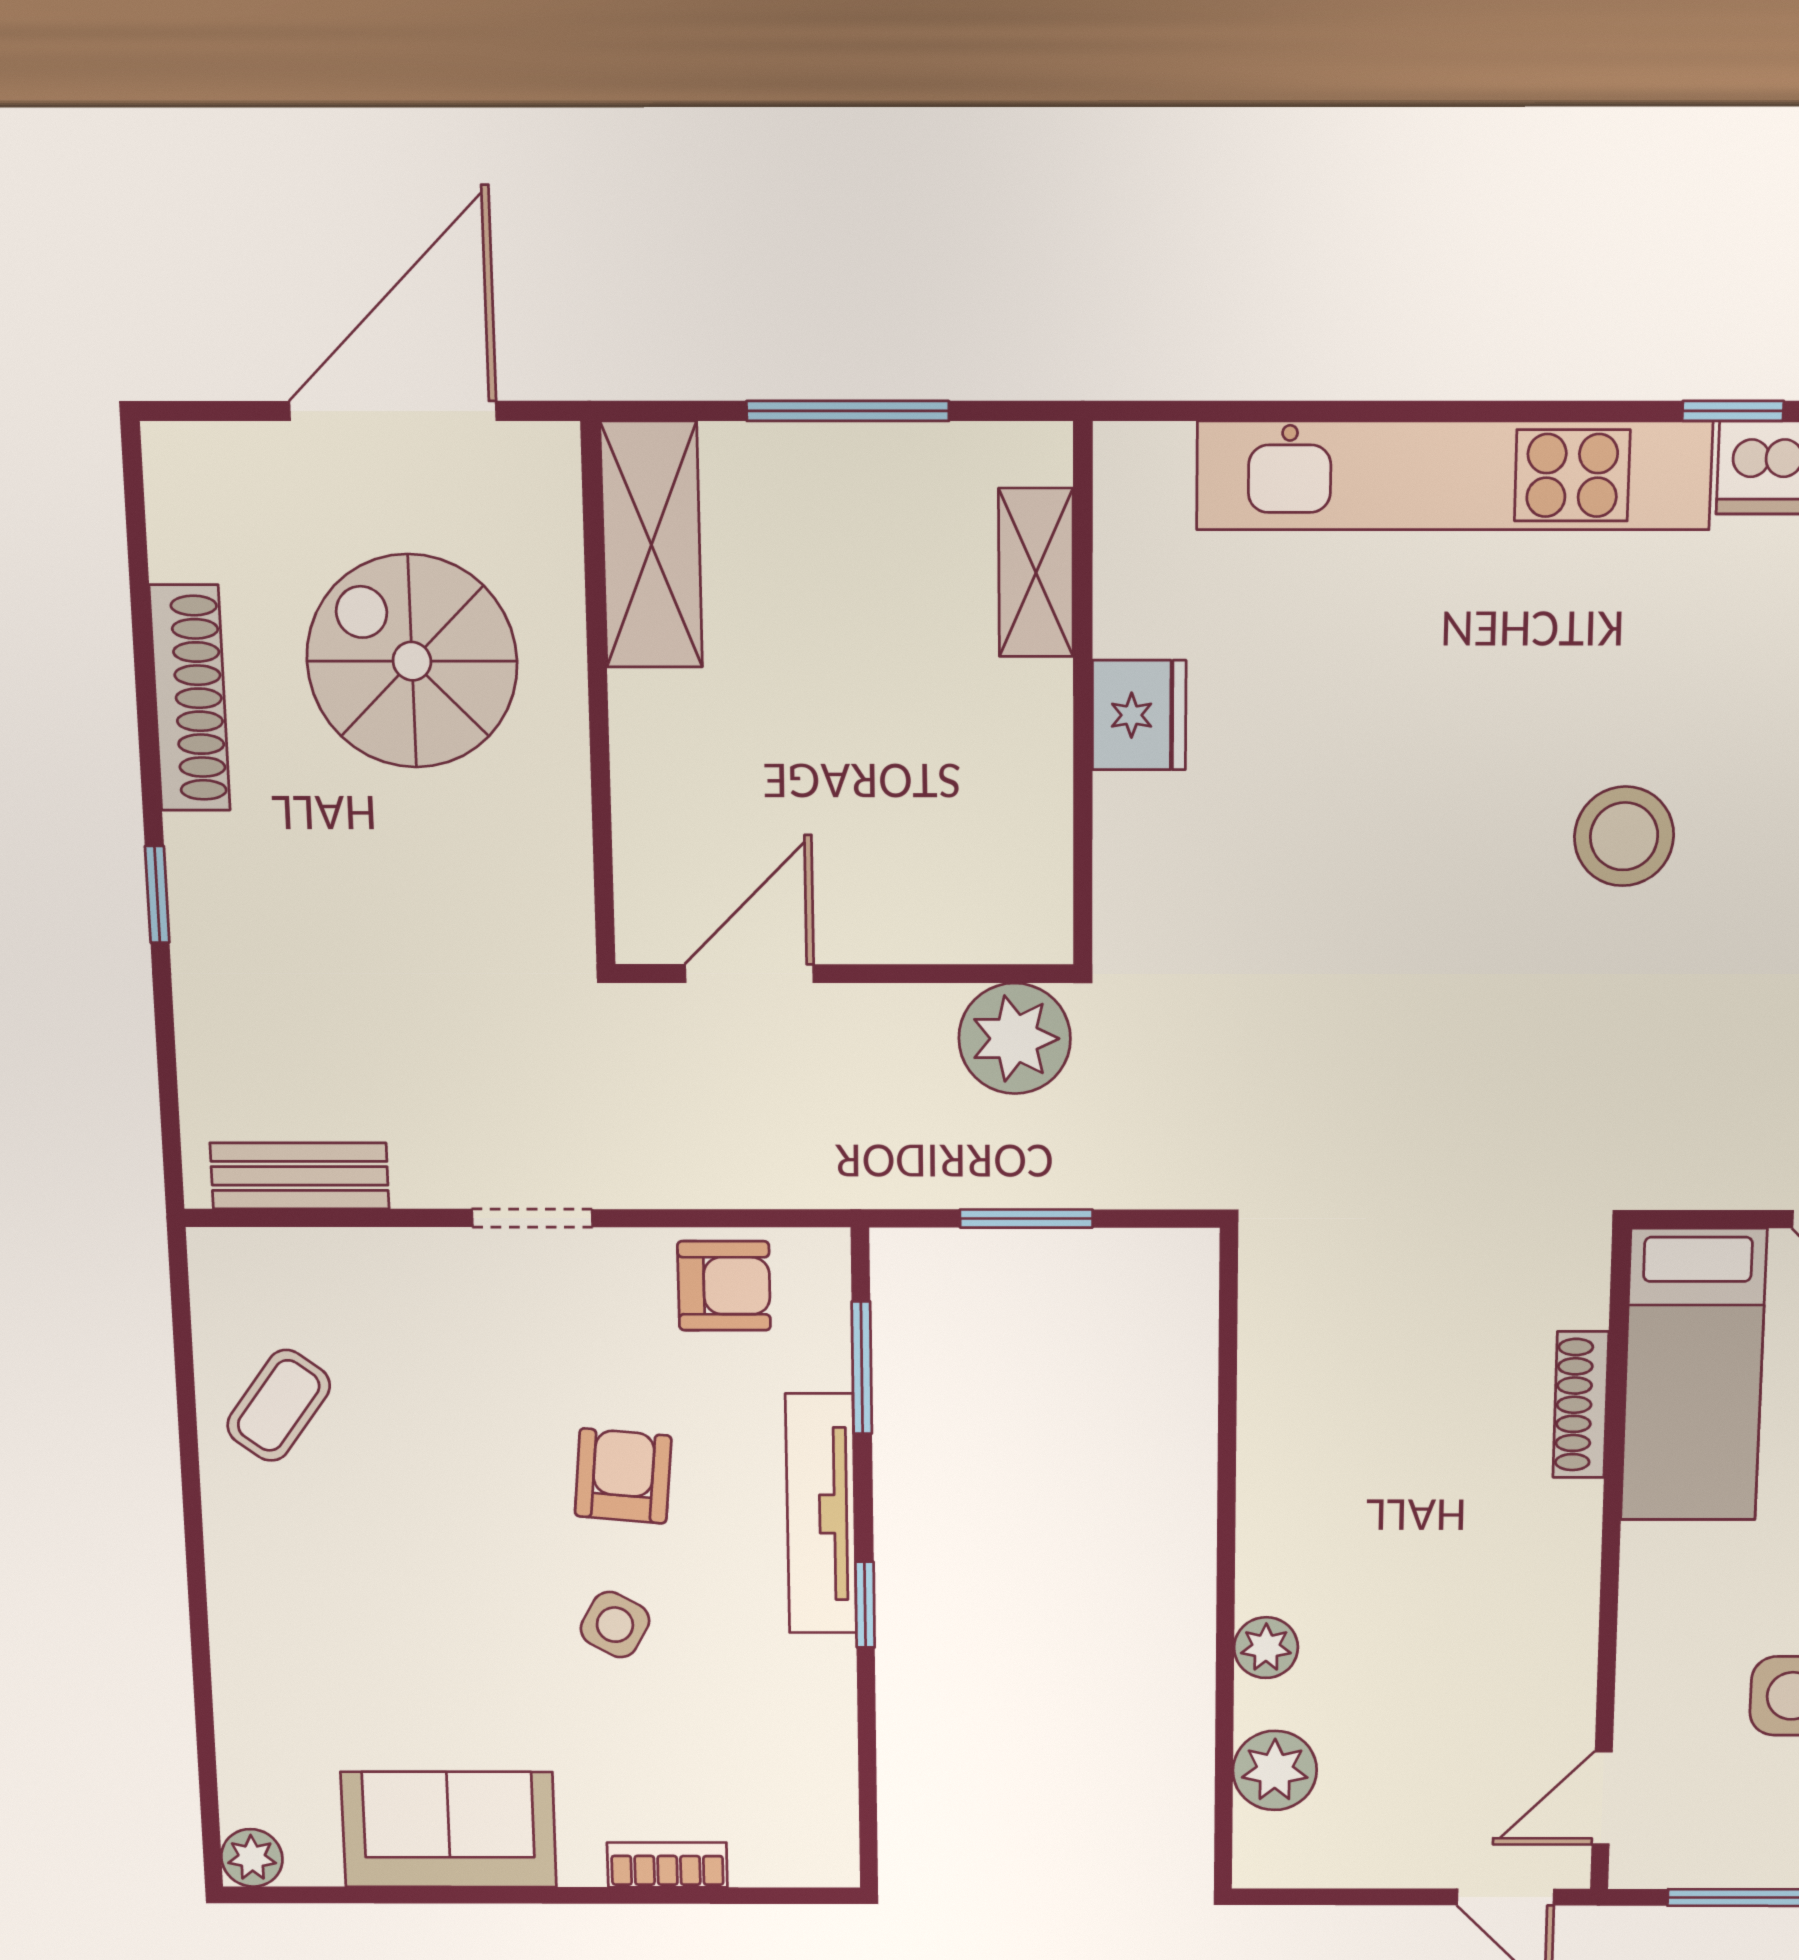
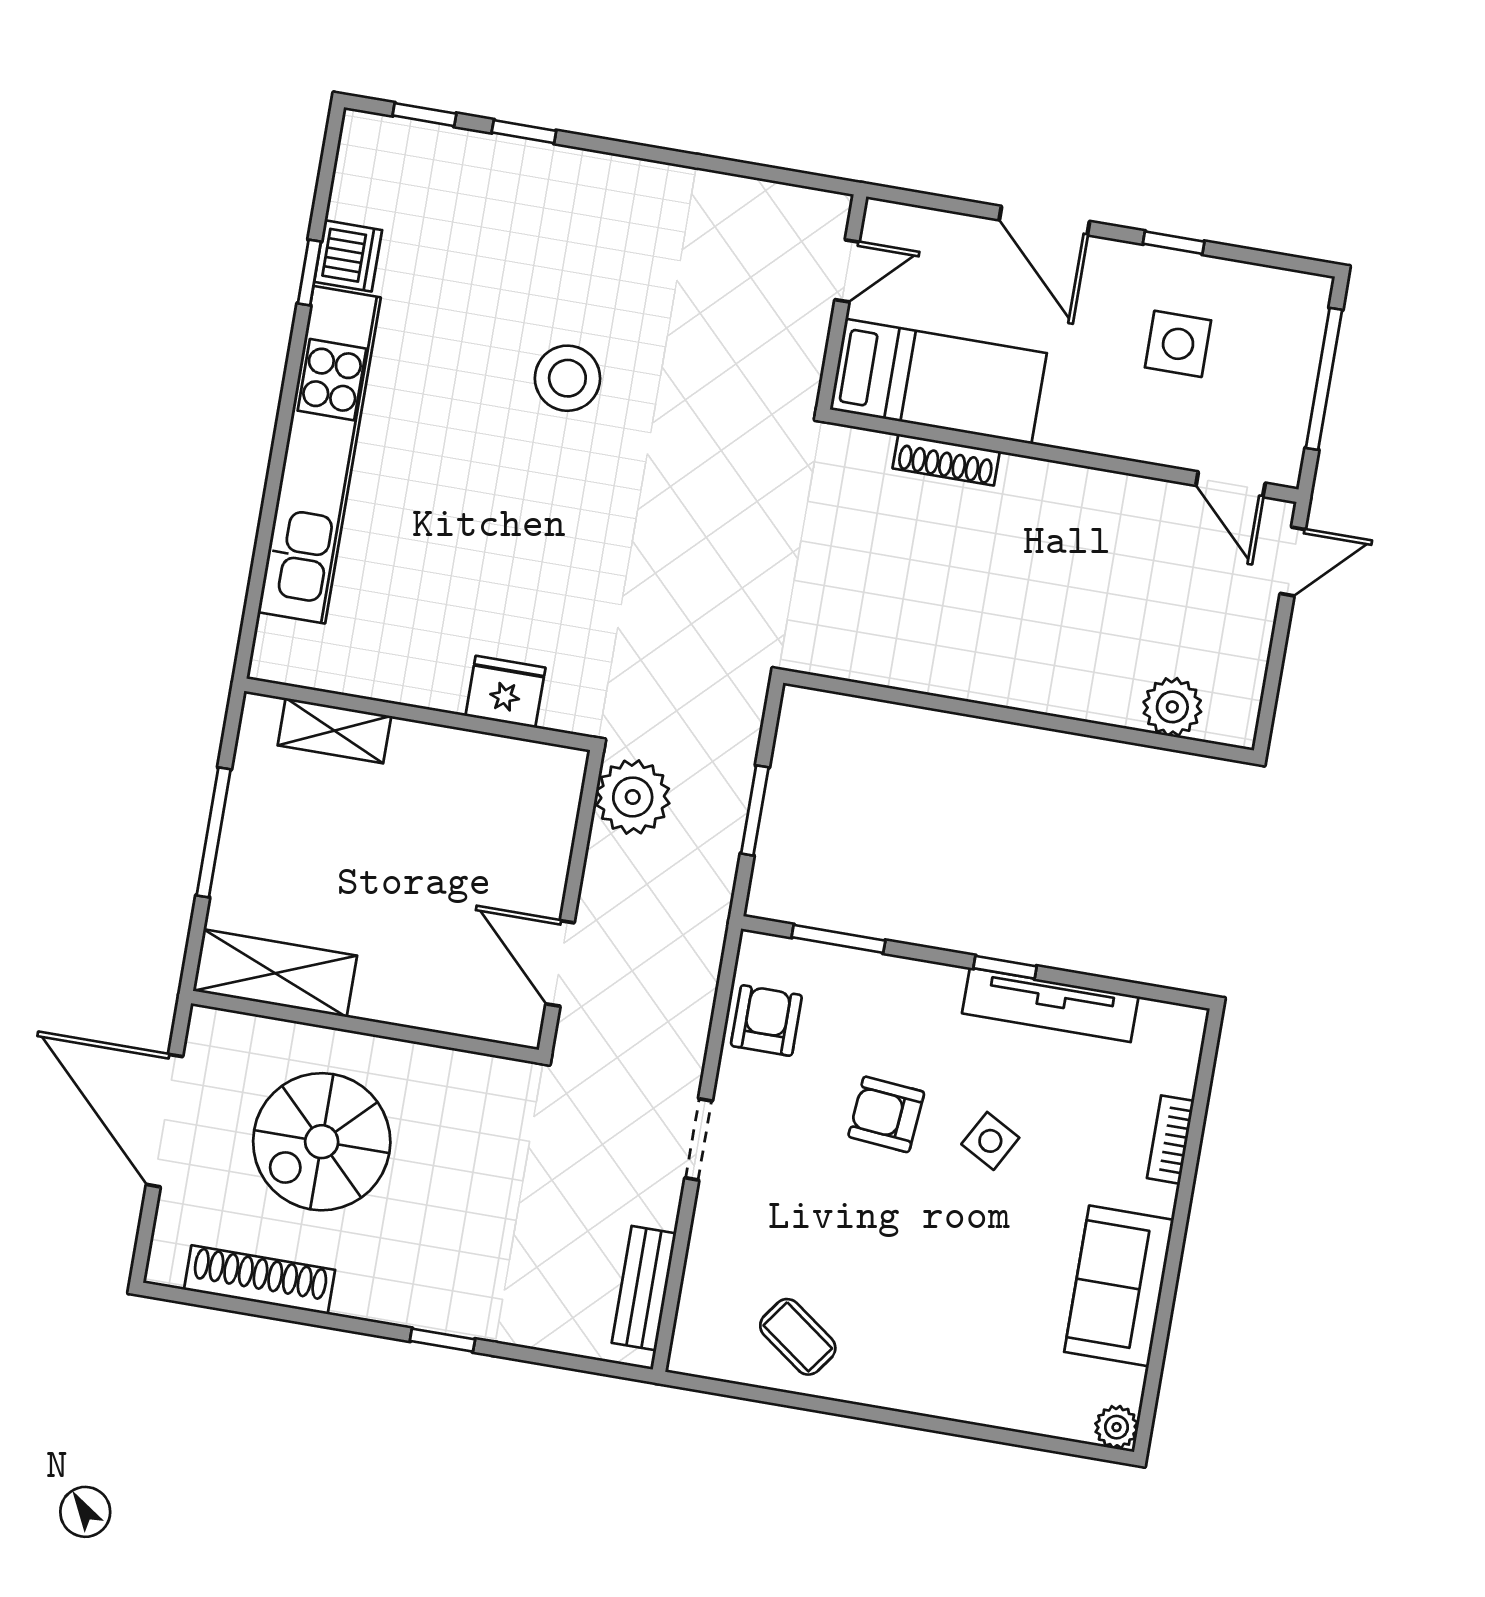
shoe rack: (190, 698) -> (260, 1280), moved
fridge: (1139, 715) -> (505, 692), moved
tv unit: (821, 1514) -> (1050, 1005), moved
plant: (1266, 1648) -> (1082, 699), removed

